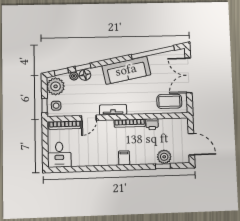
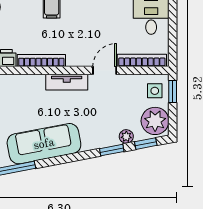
floor lamp: (85, 75) -> (109, 138), removed

